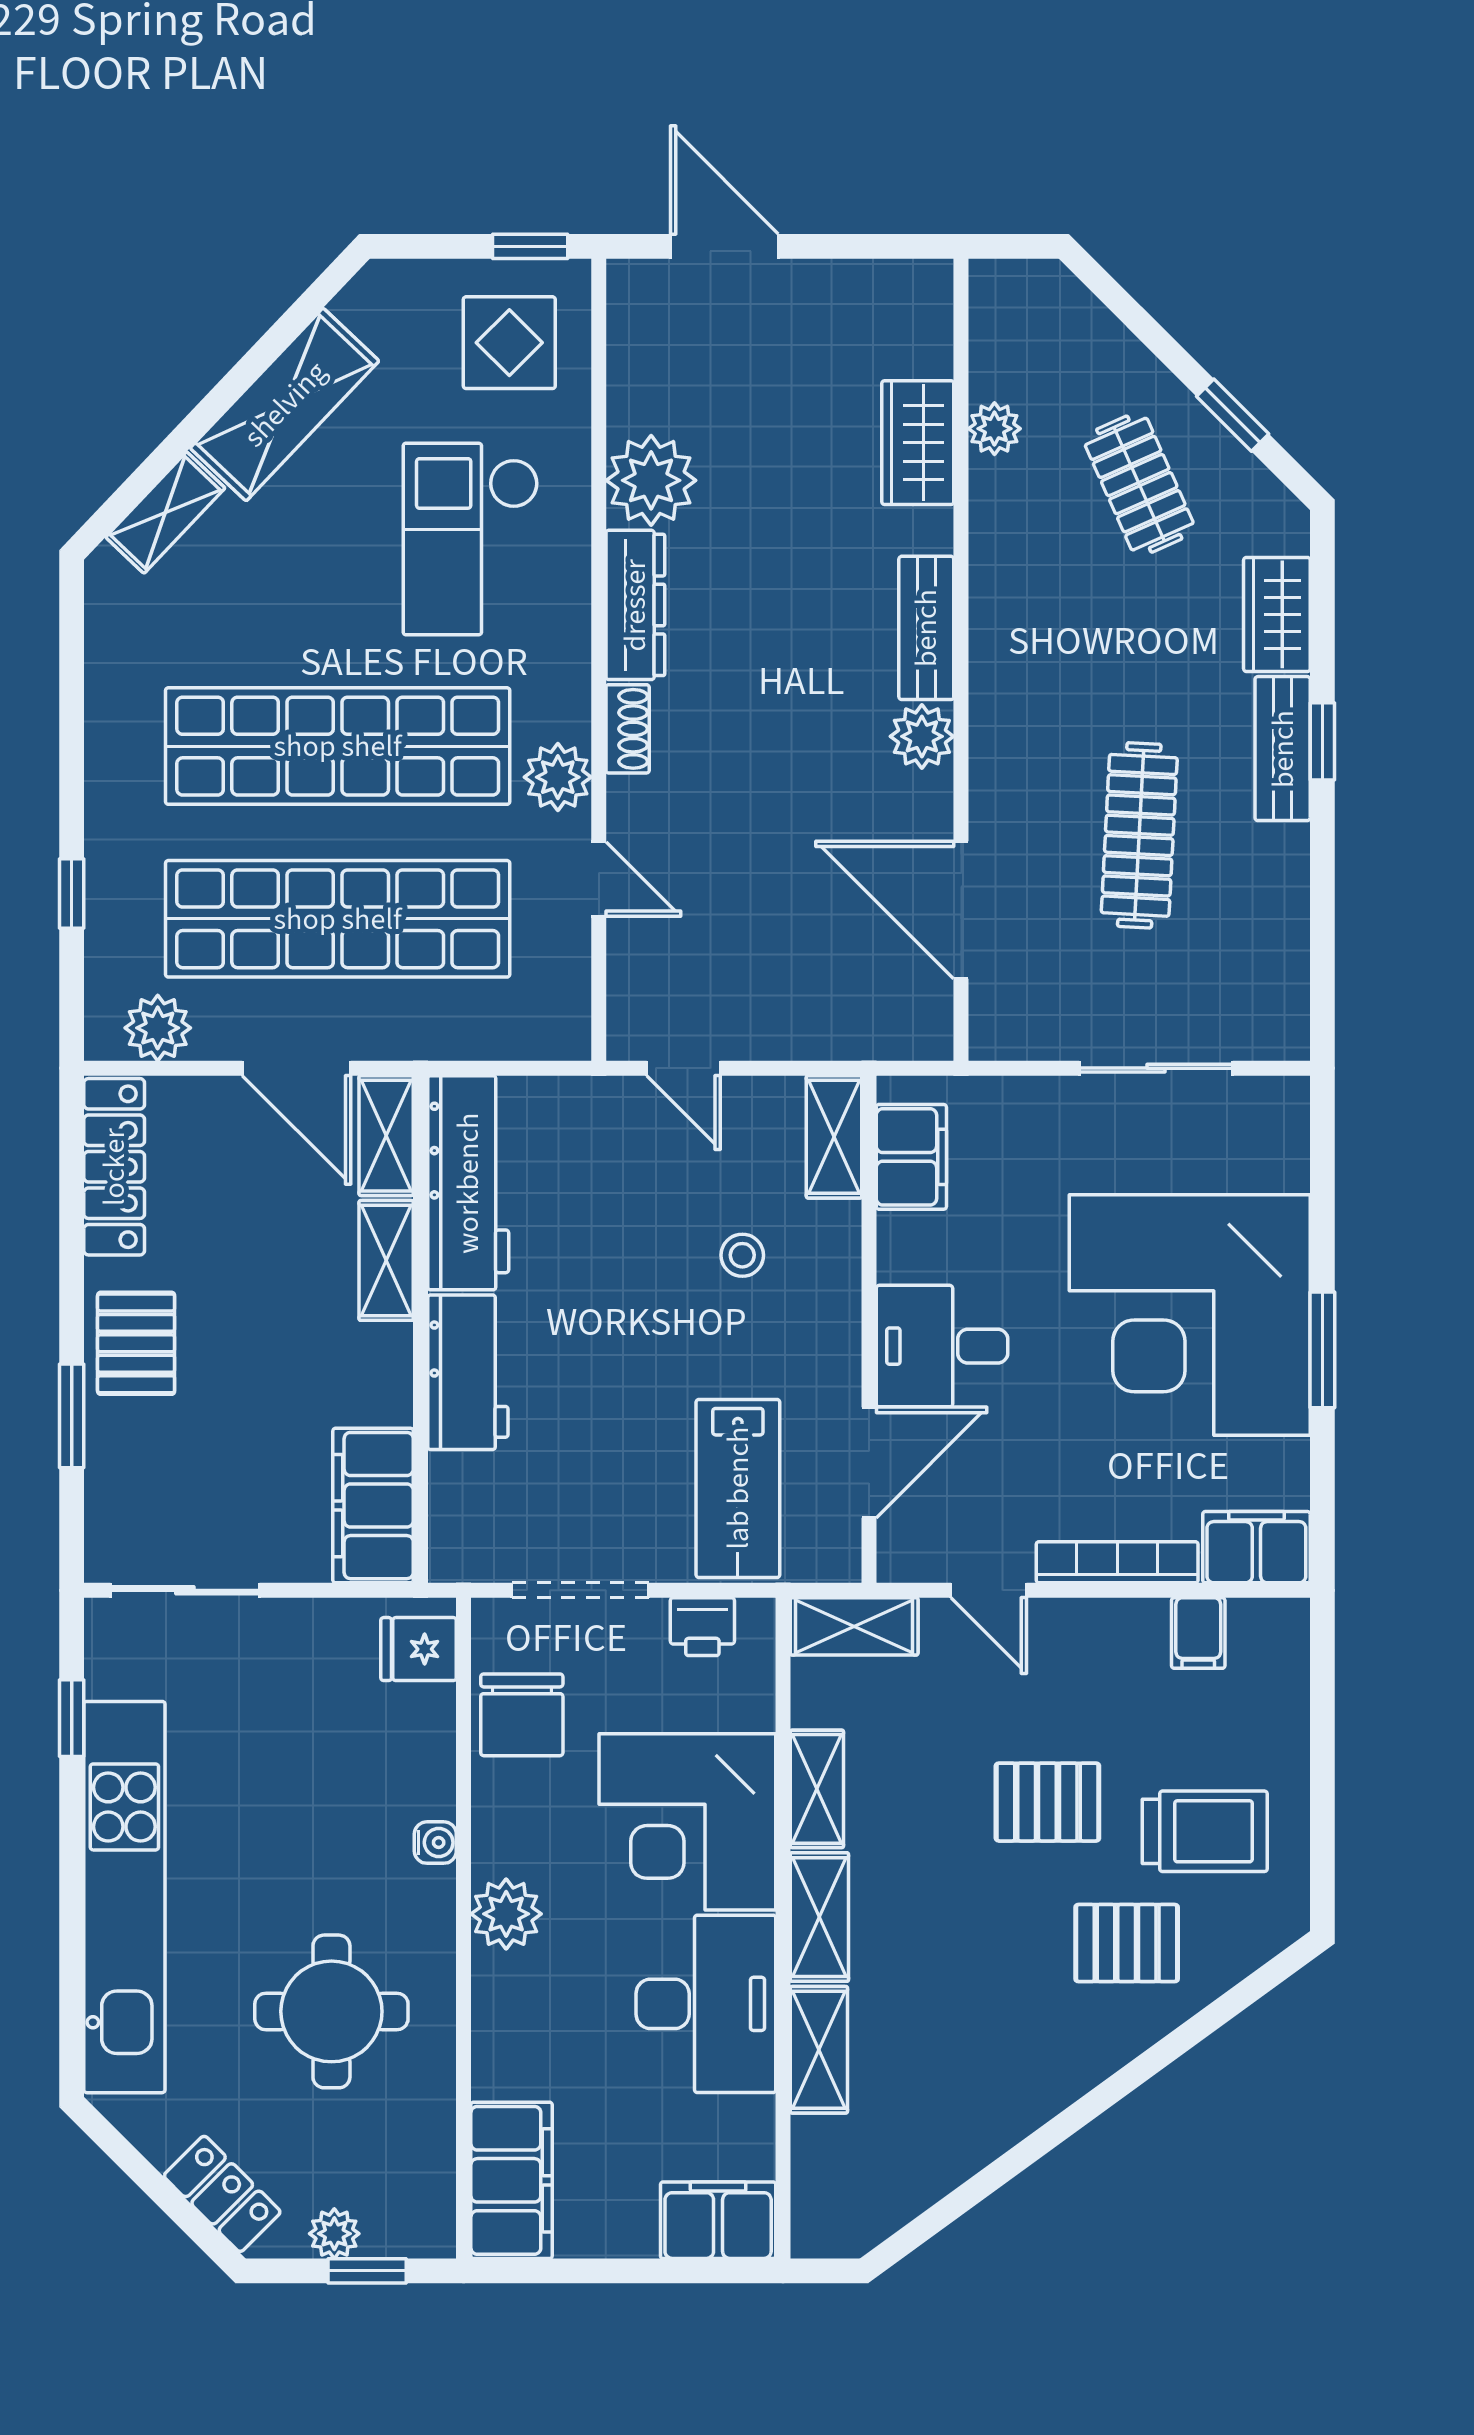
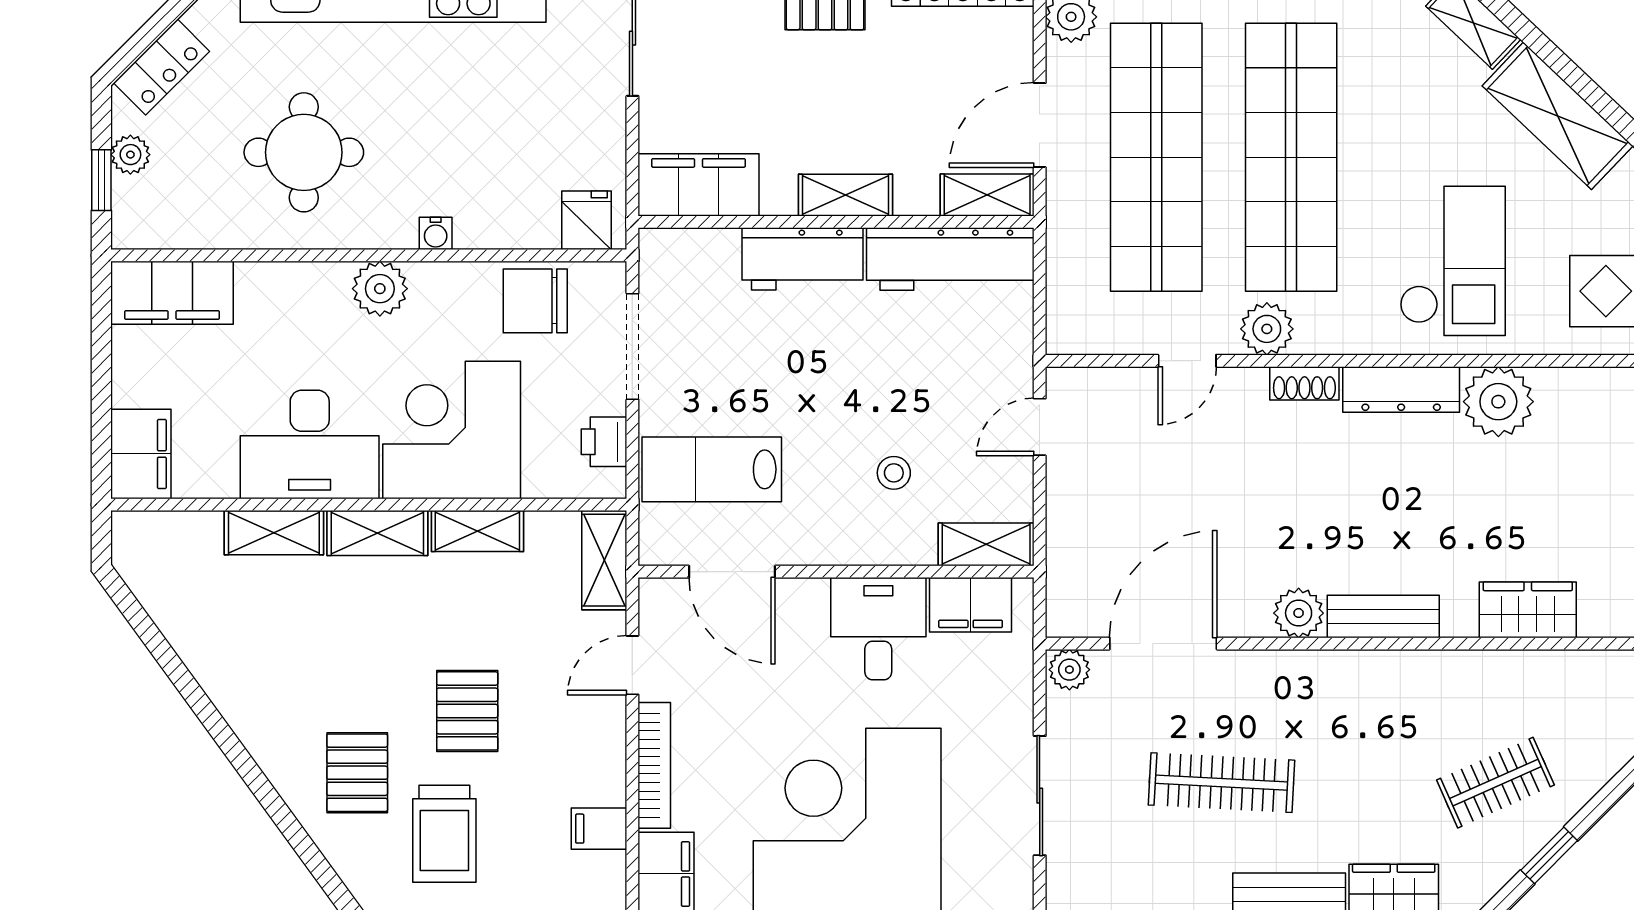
plant: (994, 429) -> (1069, 670), moved
checkout: (471, 539) -> (1453, 261), turned 90
shelving: (386, 1260) -> (846, 195), moved
desk: (942, 1346) -> (878, 629), moved

